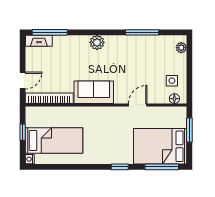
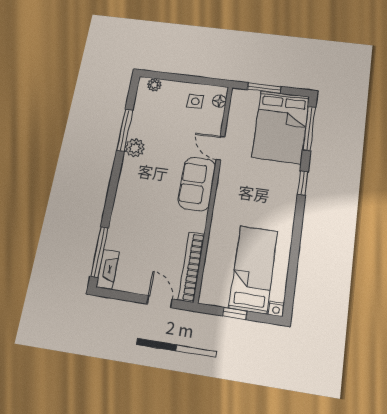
plant: (97, 42) -> (135, 148), moved
sofa: (94, 92) -> (197, 184), moved

